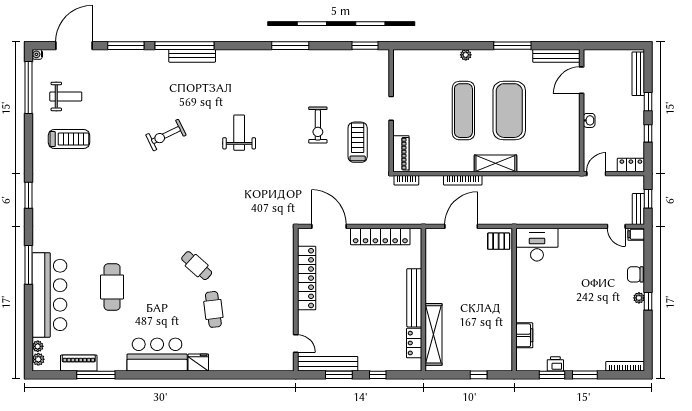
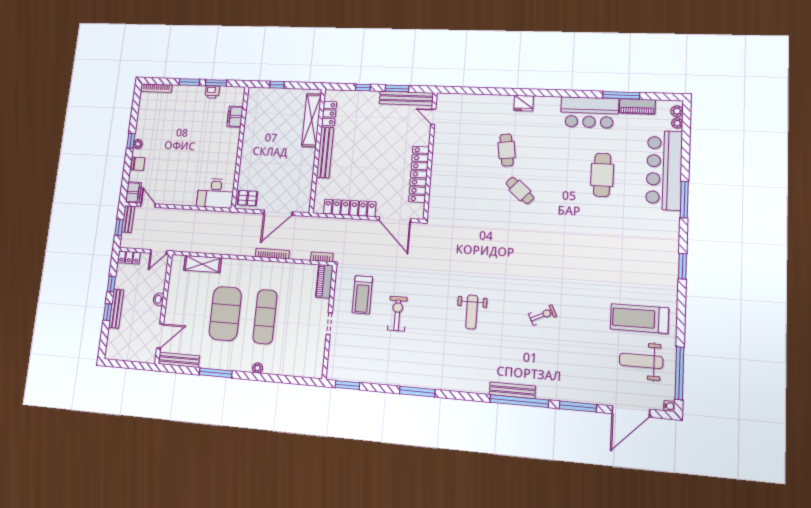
bench: (638, 74) -> (116, 309), moved
weight bench: (66, 96) -> (641, 361), width x1.36, depth x1.33
exercise bike: (166, 135) -> (542, 315), width x0.73, depth x0.72
treadmill: (69, 139) -> (639, 318), width x1.37, depth x1.38
shelving: (495, 163) -> (202, 264), moved
filing cabinet: (636, 234) -> (133, 192), width x2.00
bar counter: (157, 355) -> (589, 112), moved

